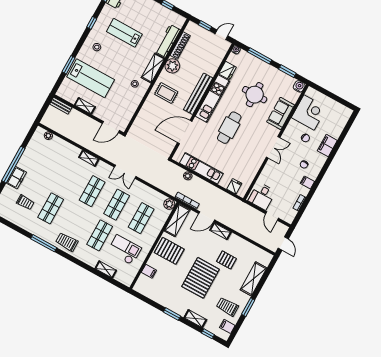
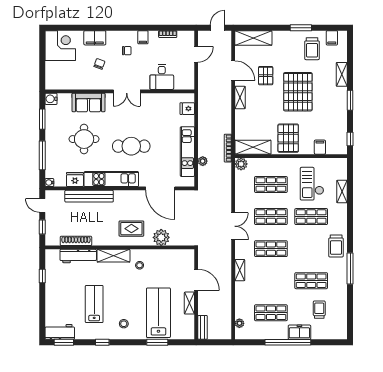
lab bench: (124, 33) -> (94, 304), turned 180
plant: (172, 66) -> (161, 237), moved
rug: (166, 93) -> (131, 229), turned 90
bench: (198, 94) -> (89, 196), moved
corner desk: (309, 112) -> (60, 46), moved, turned 90
door: (111, 127) -> (196, 280), moved
double door: (273, 147) -> (127, 91), swing flipped
shop shelf: (43, 164) -> (271, 313), added
desk: (262, 196) -> (162, 77), moved, turned 90
door: (207, 217) -> (233, 71), moved
pallet: (201, 278) -> (298, 92), turned 90
shelving: (254, 279) -> (253, 38), moved
window: (208, 334) -> (350, 139), moved

